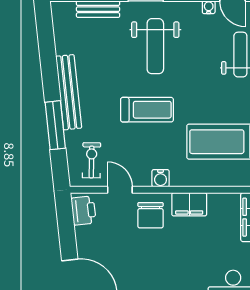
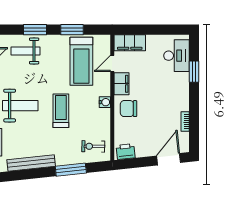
bench: (69, 92) -> (31, 163), moved
door: (120, 190) -> (112, 63), moved
chair: (150, 215) -> (129, 109), turned 180

